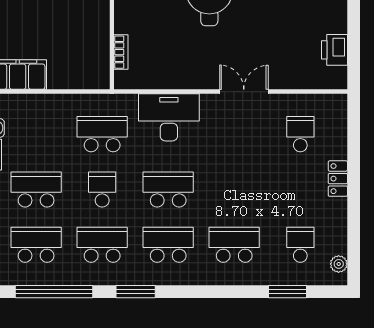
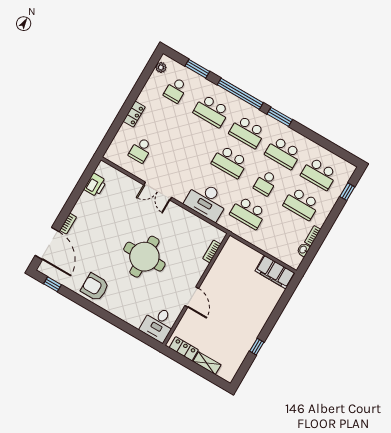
window: (54, 292) -> (240, 94), moved

